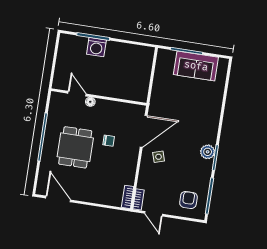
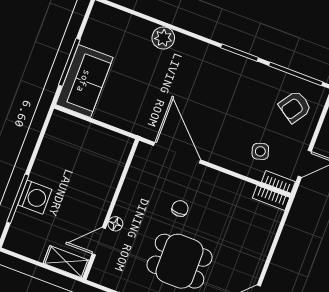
sofa: (196, 66) -> (84, 81), moved
shelving: (60, 76) -> (66, 262), added
plant: (208, 152) -> (163, 38), moved
side table: (159, 157) -> (260, 151), moved
armchair: (188, 200) -> (295, 107), turned -56

